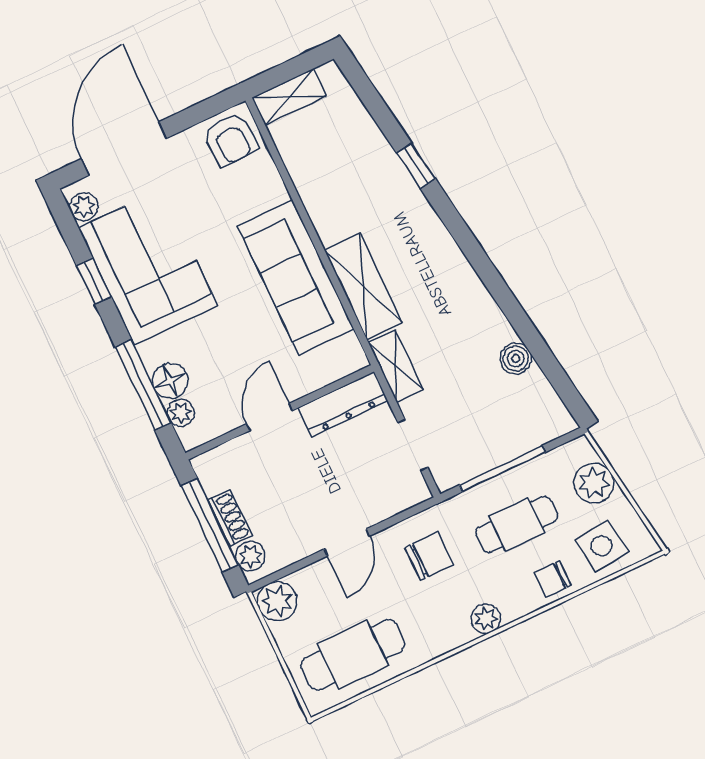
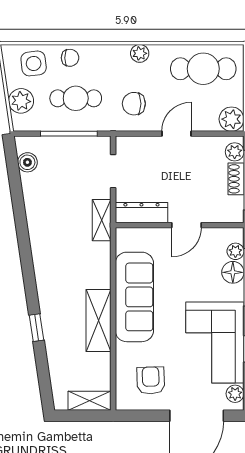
armchair: (230, 139) -> (151, 380), moved
shelving: (363, 286) -> (98, 321), moved
boiler: (516, 359) -> (27, 162), moved
plant: (486, 619) -> (140, 53), moved

